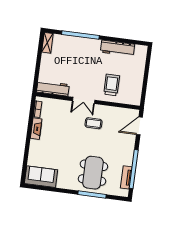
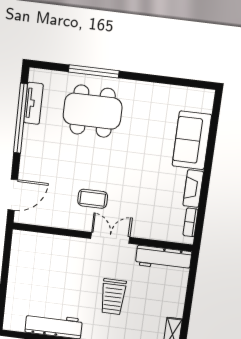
trolley: (112, 85) -> (113, 297), moved
dining table: (93, 173) -> (93, 111), turned 90
sofa: (41, 177) -> (192, 140), moved, turned 90

